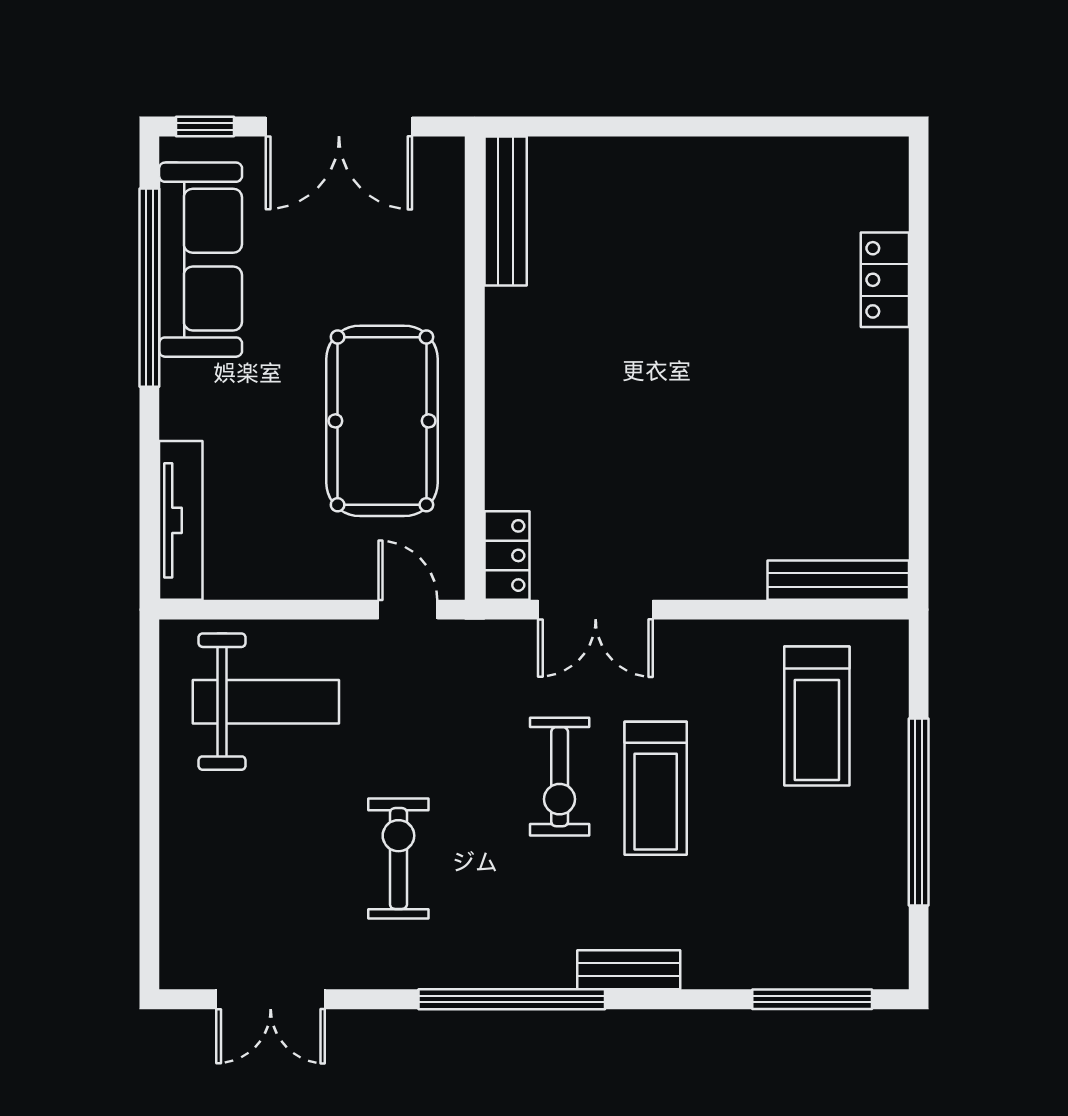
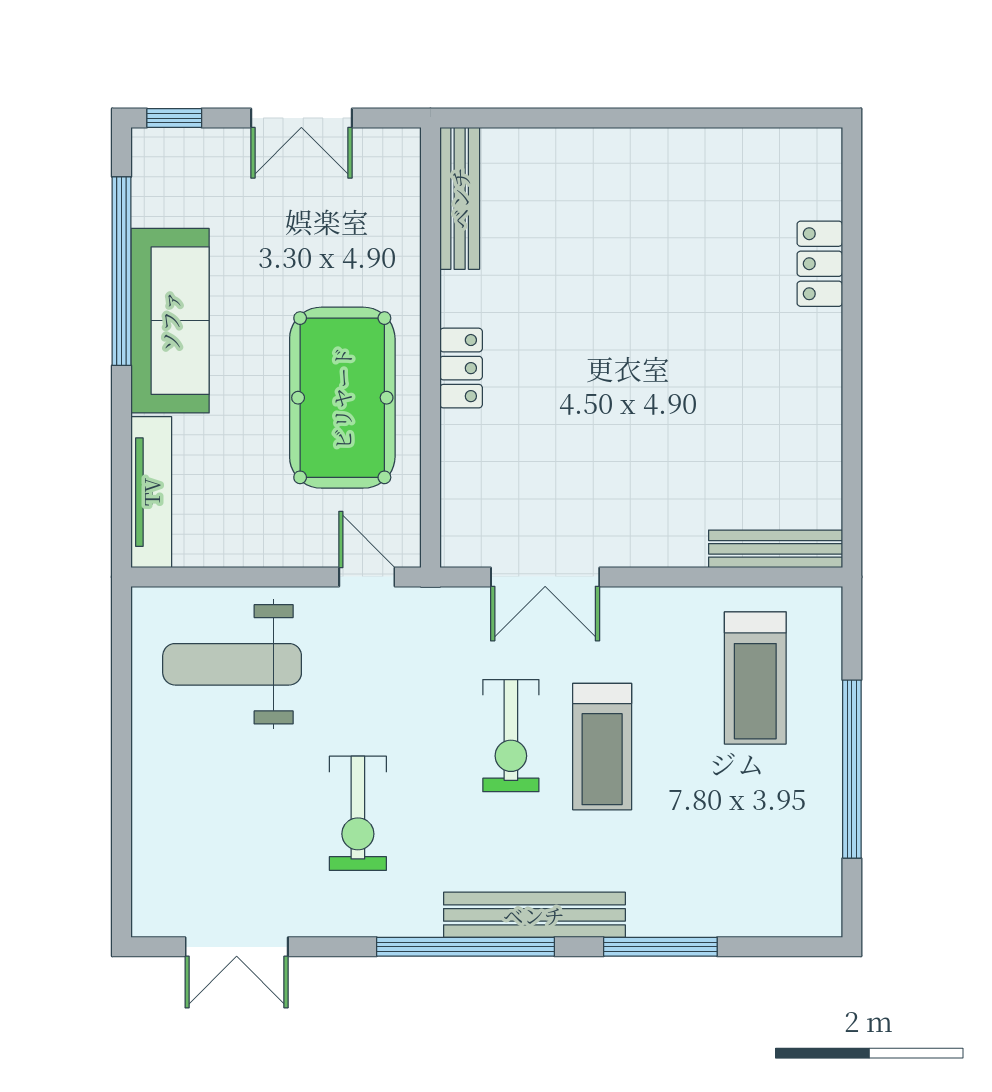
double door: (339, 126) -> (301, 118), width x0.73
sofa: (201, 260) -> (170, 321), moved
locker: (507, 555) -> (461, 368), moved
weight bench: (266, 702) -> (232, 664), turned 180
exercise bike: (398, 858) -> (358, 813), turned 180
bench: (629, 970) -> (534, 915), width x1.86, depth x1.21
window: (812, 999) -> (660, 947), moved

